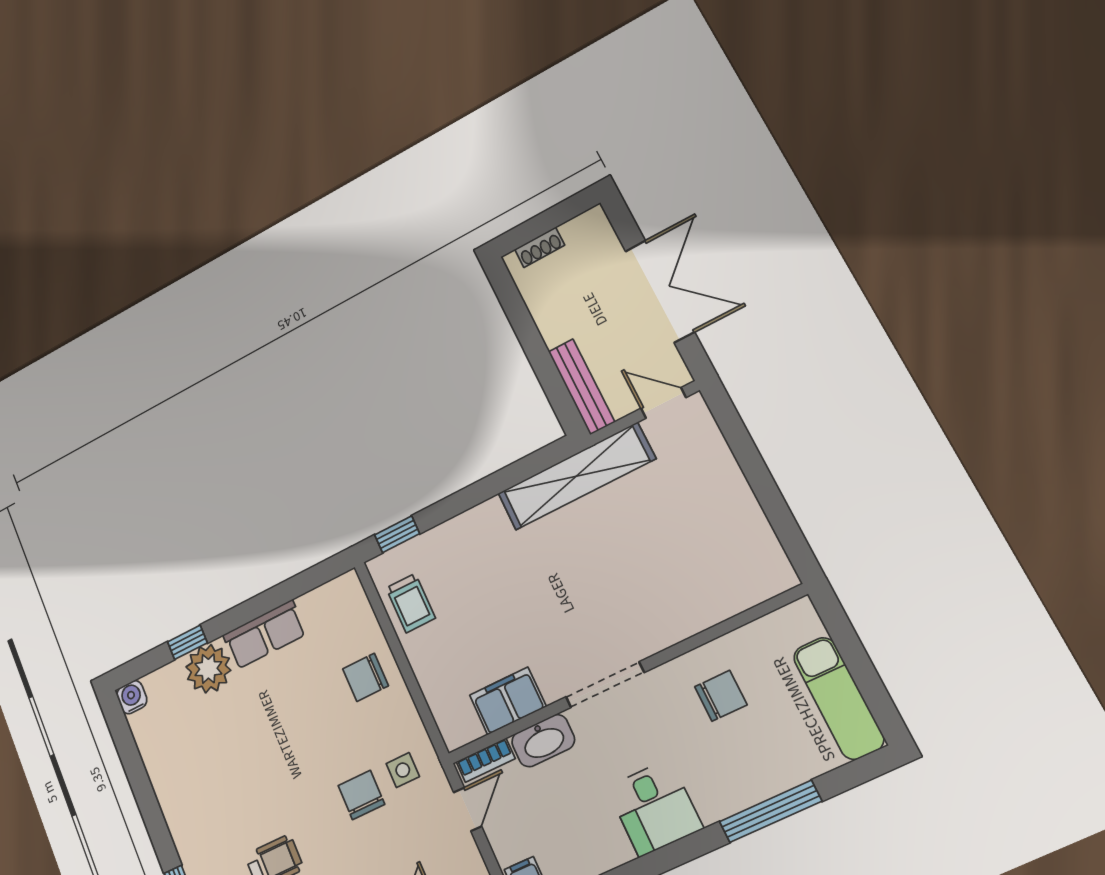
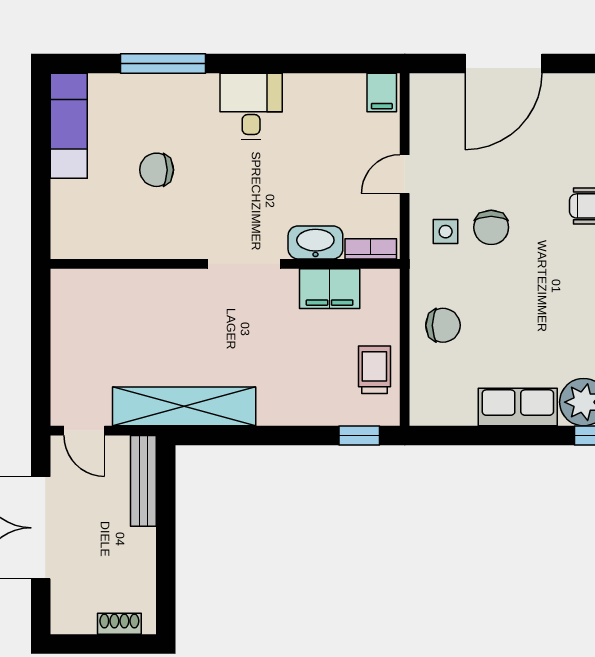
wall: (624, 676) -> (225, 264), moved
doorway: (605, 685) -> (244, 264), moved
filing cabinet: (508, 701) -> (330, 289), moved
washbasin: (543, 741) -> (315, 242), moved
bookcase: (486, 760) -> (371, 249), moved

